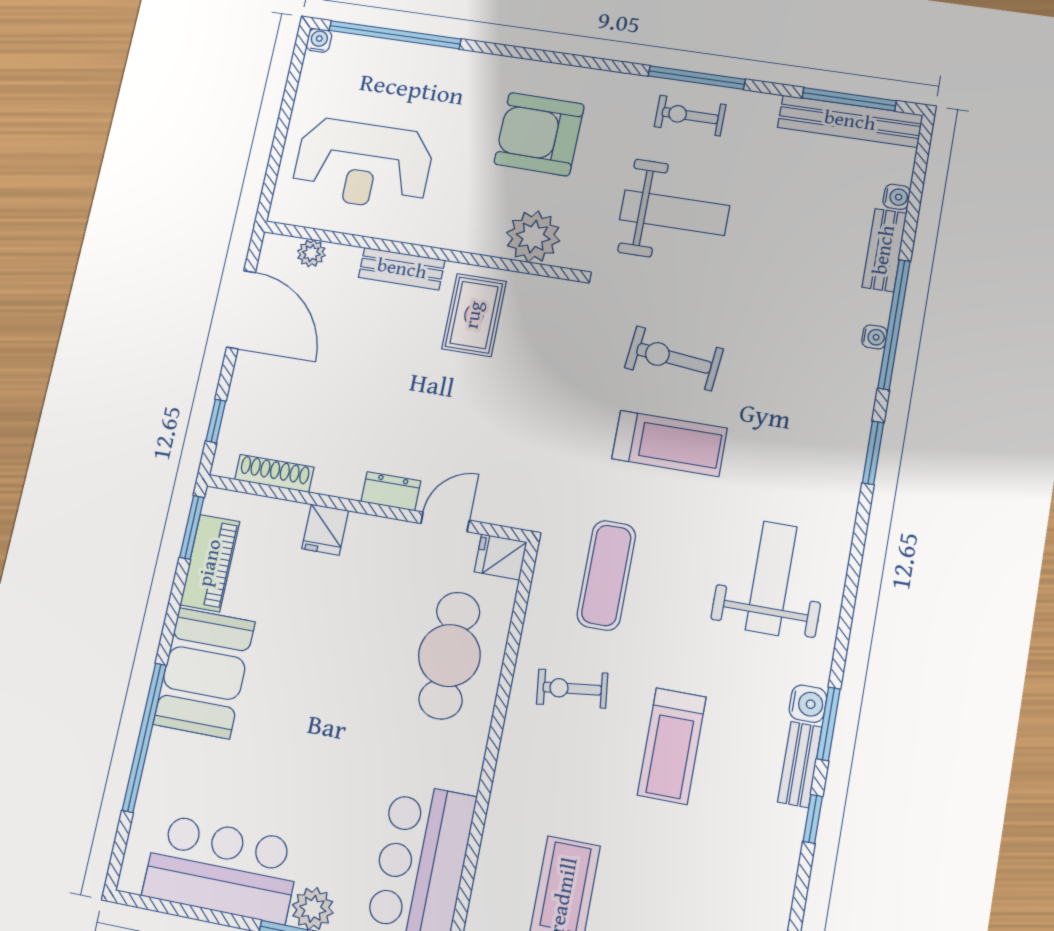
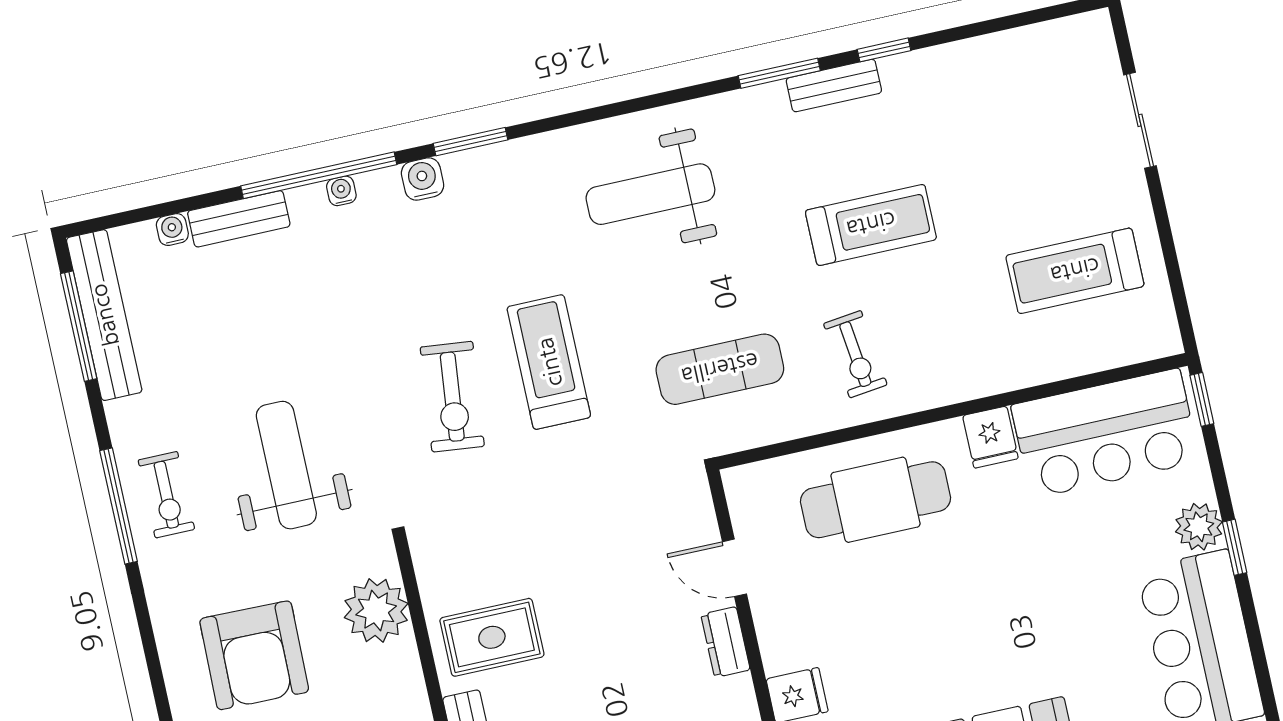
fridge: (501, 557) -> (990, 437), moved
water cooler: (808, 704) -> (423, 179), moved

